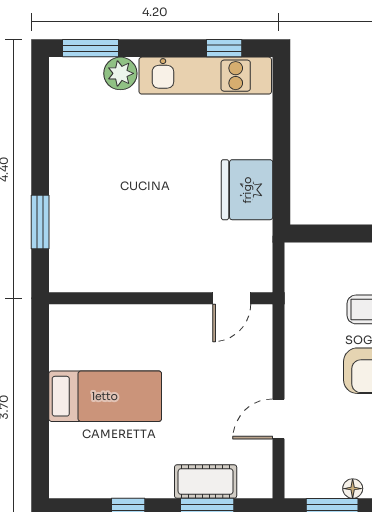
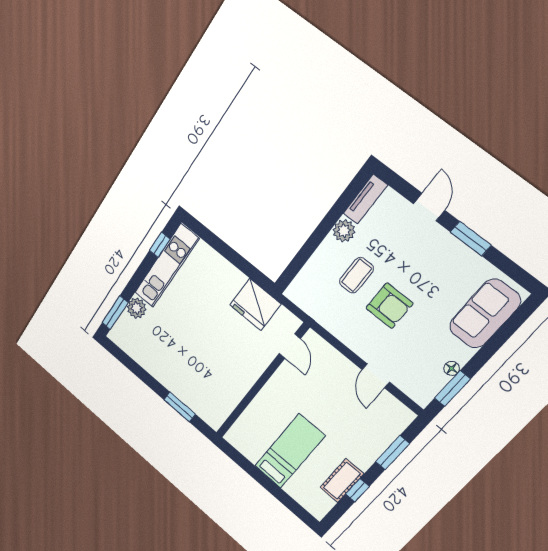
fridge: (247, 190) -> (255, 305), moved
cot: (206, 482) -> (342, 481), moved

